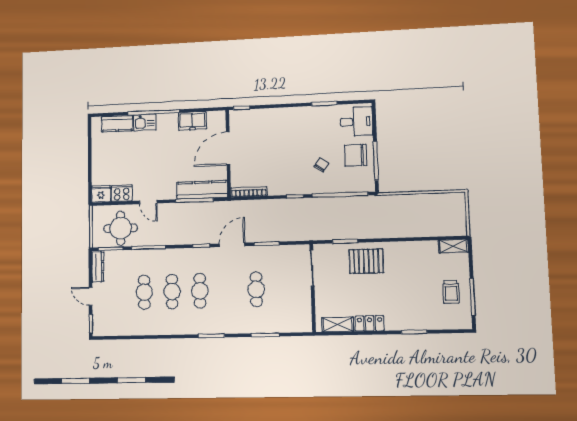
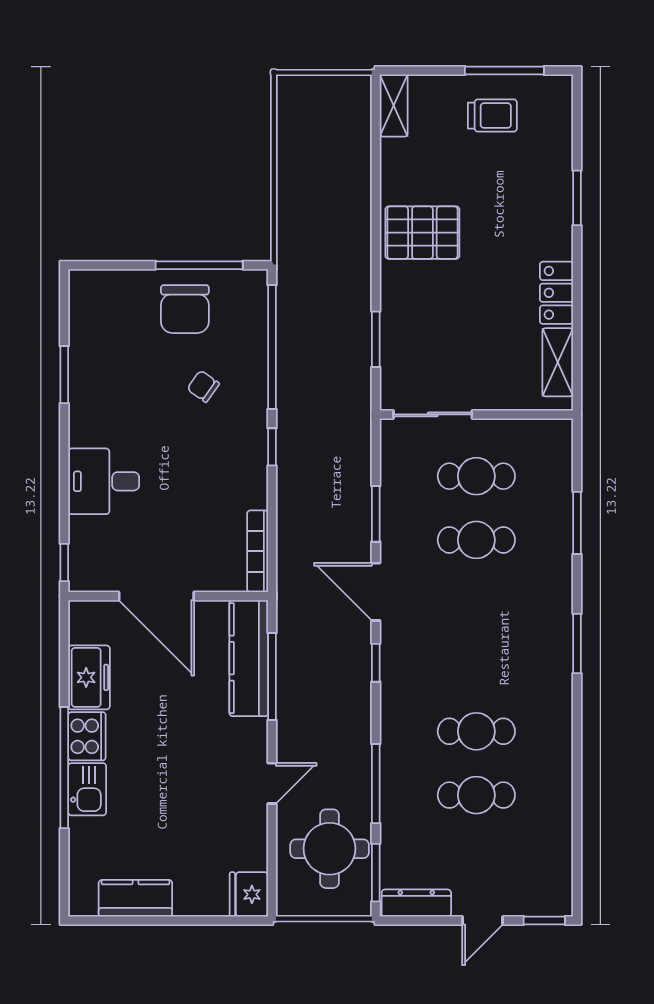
desk: (356, 122) -> (104, 481), moved, turned -90
kitchen counter: (117, 124) -> (135, 898), moved, turned -90
cooker: (122, 193) -> (87, 736), moved, turned 180
pallet: (366, 261) -> (422, 233), moved, turned 90
cafe table: (200, 291) -> (476, 476), moved

